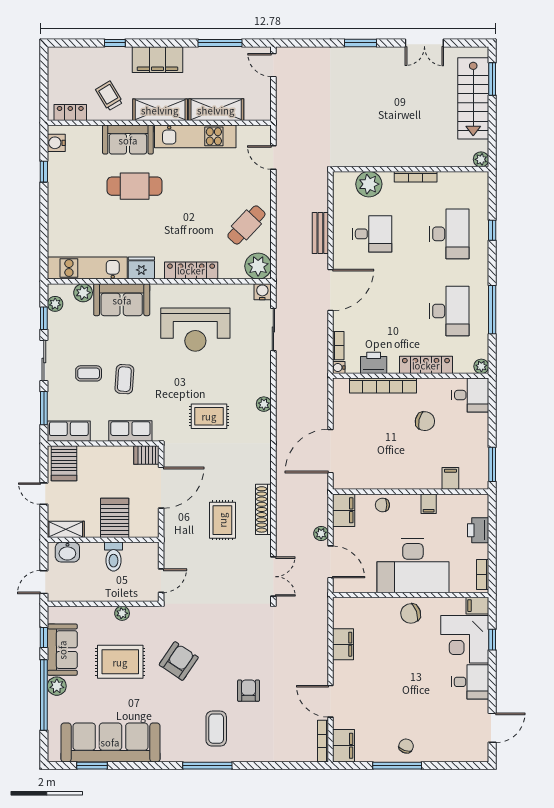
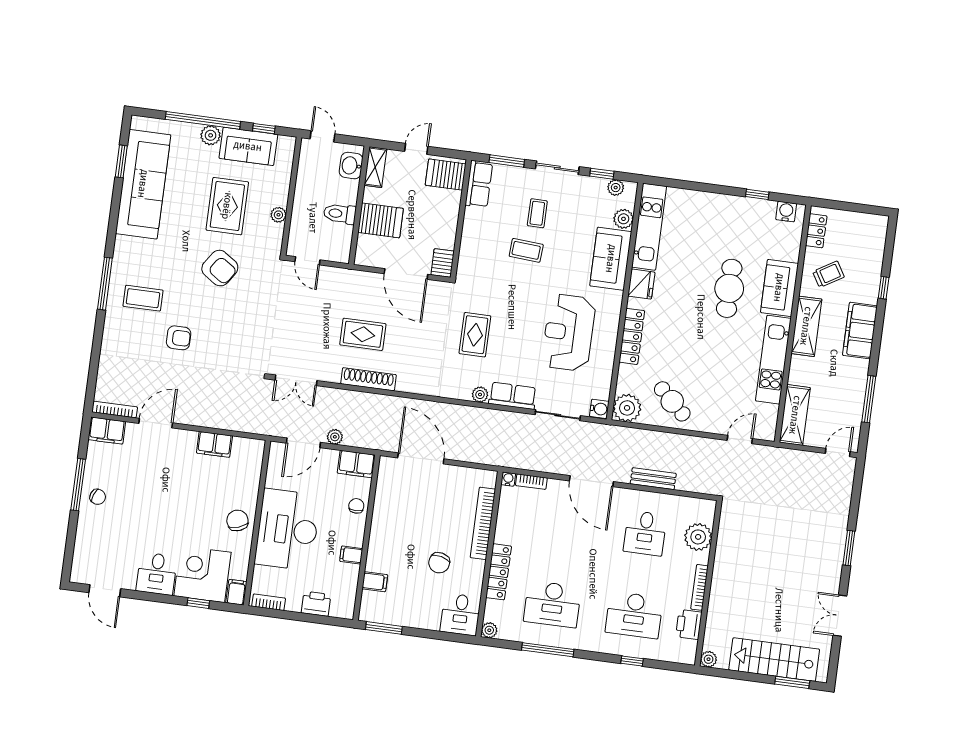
shelving: (216, 110) -> (795, 415), moved
printer: (374, 363) -> (689, 624), moved, turned 180
row of seats: (130, 431) -> (513, 396), moved, turned -90

